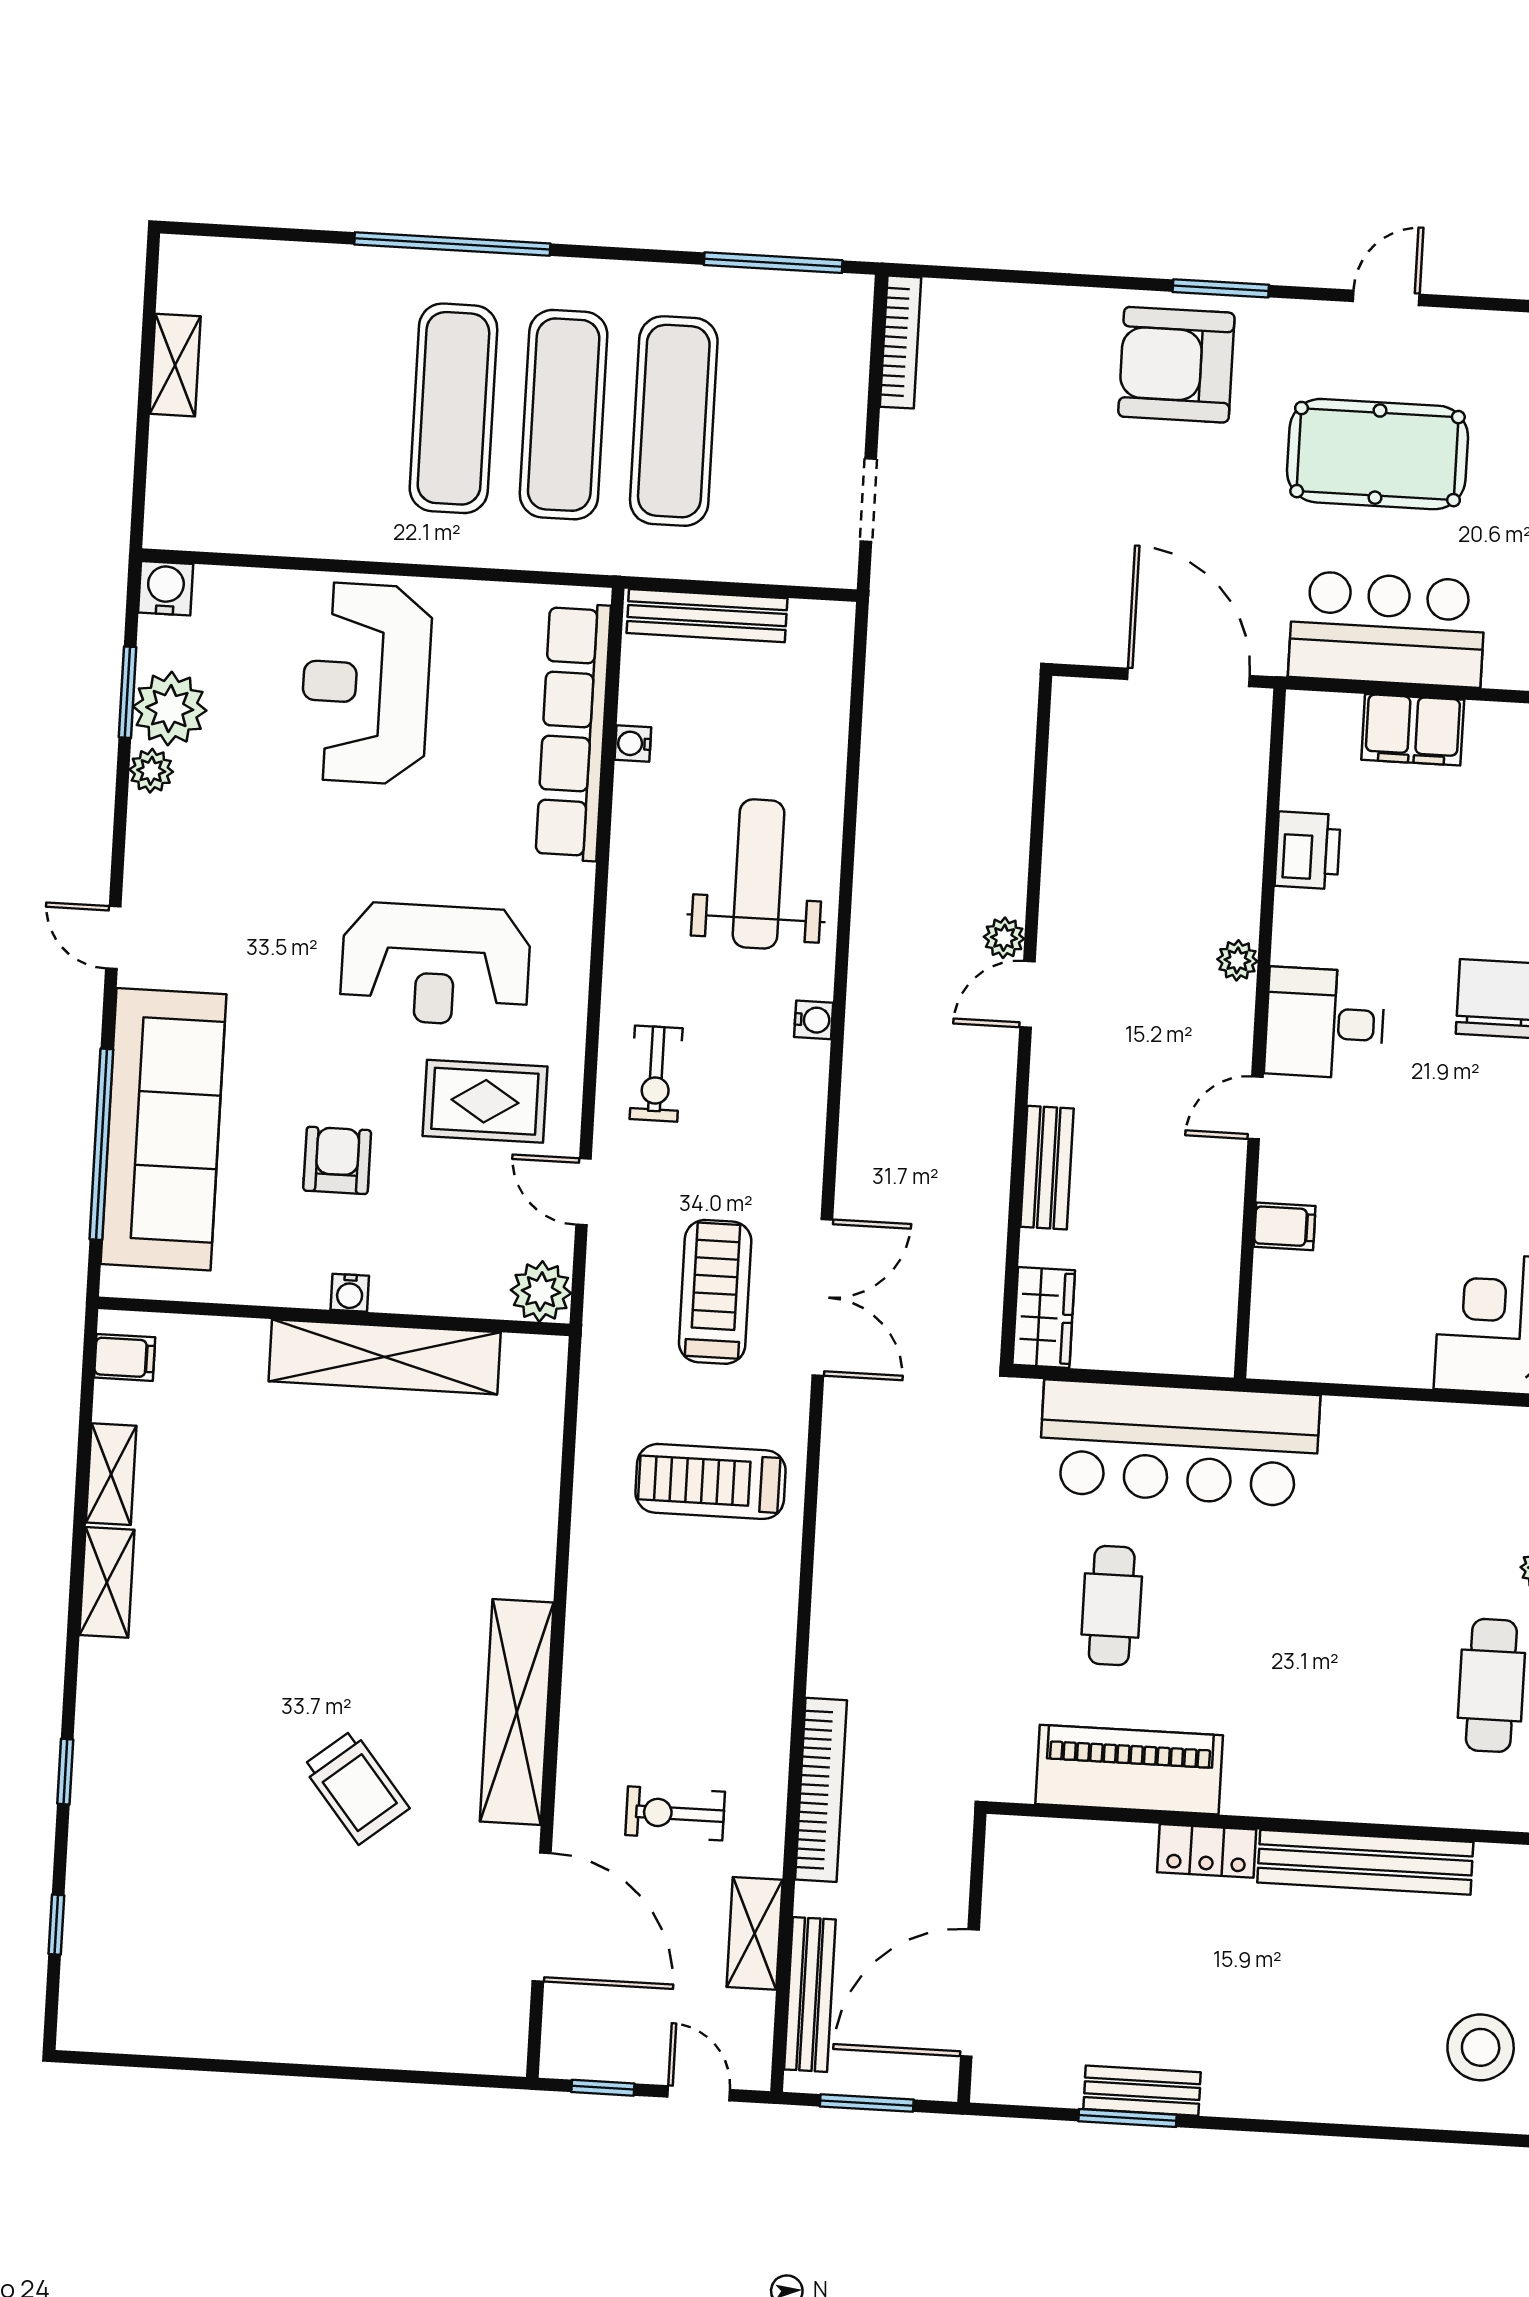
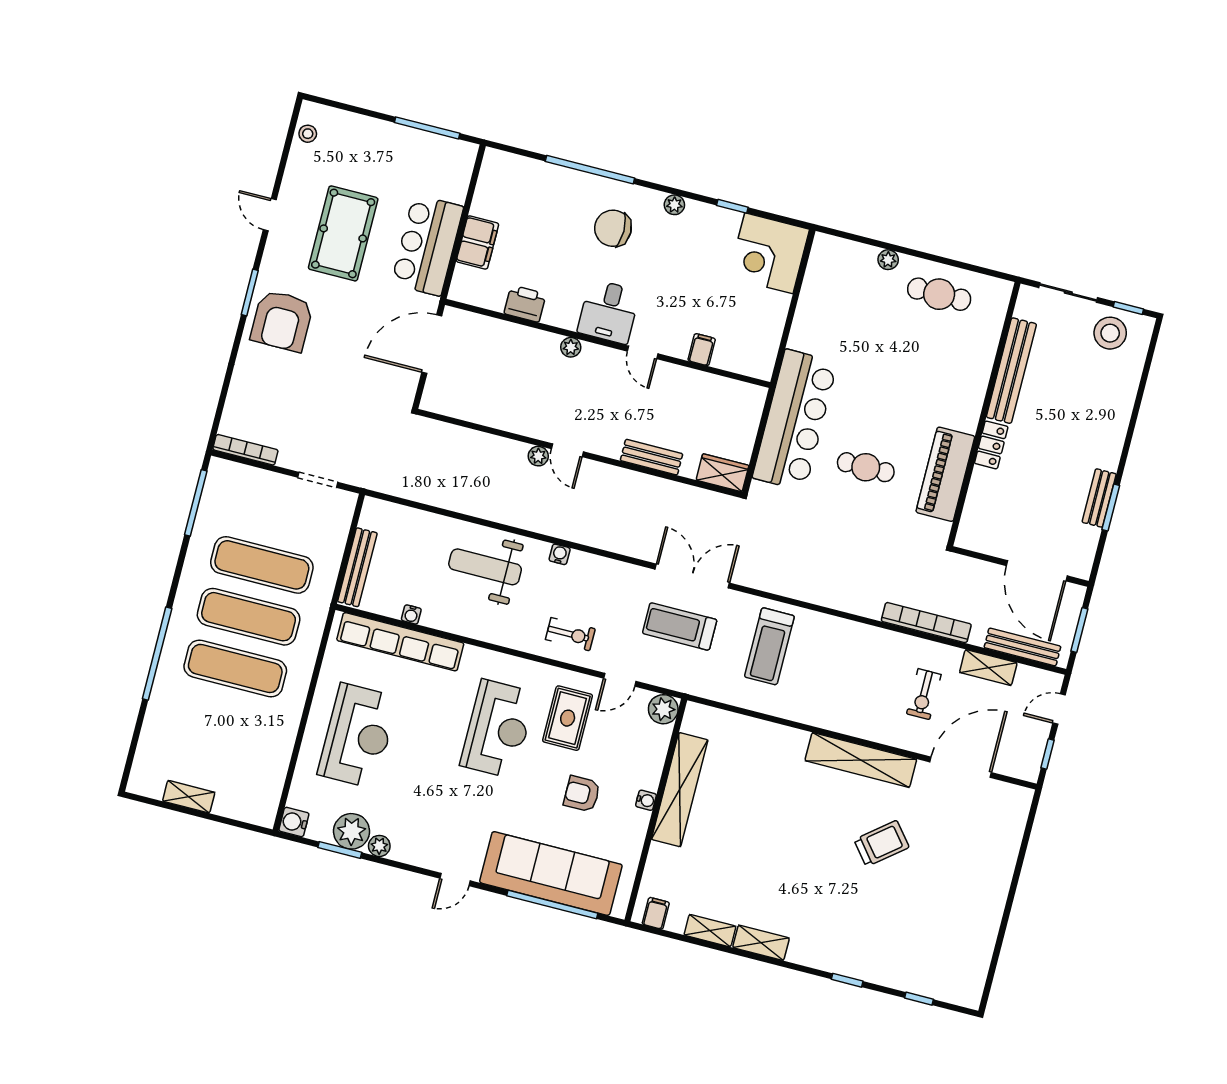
reception desk: (366, 683) -> (358, 736), turned -90

